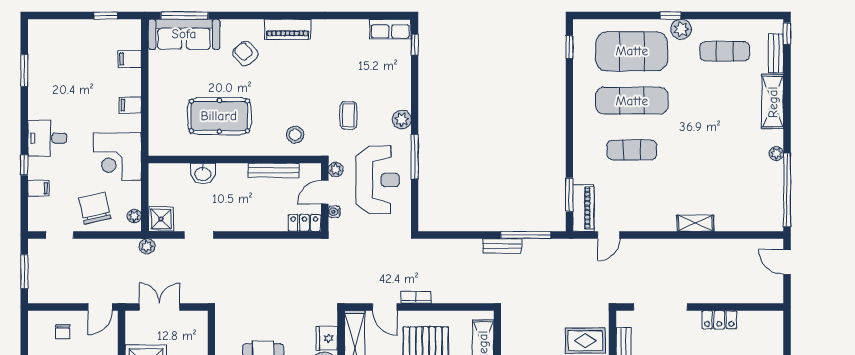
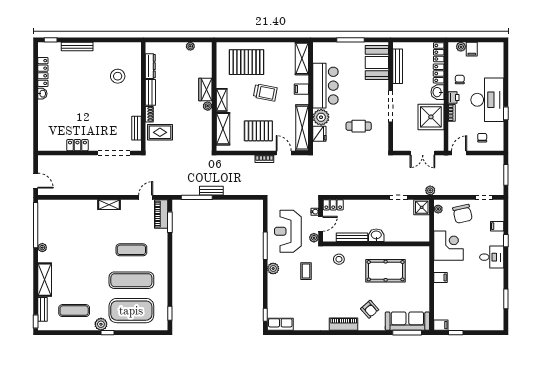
filing cabinet: (130, 59) -> (441, 325), moved
washbasin: (203, 173) -> (376, 235), moved
shelving: (695, 223) -> (109, 205), moved

